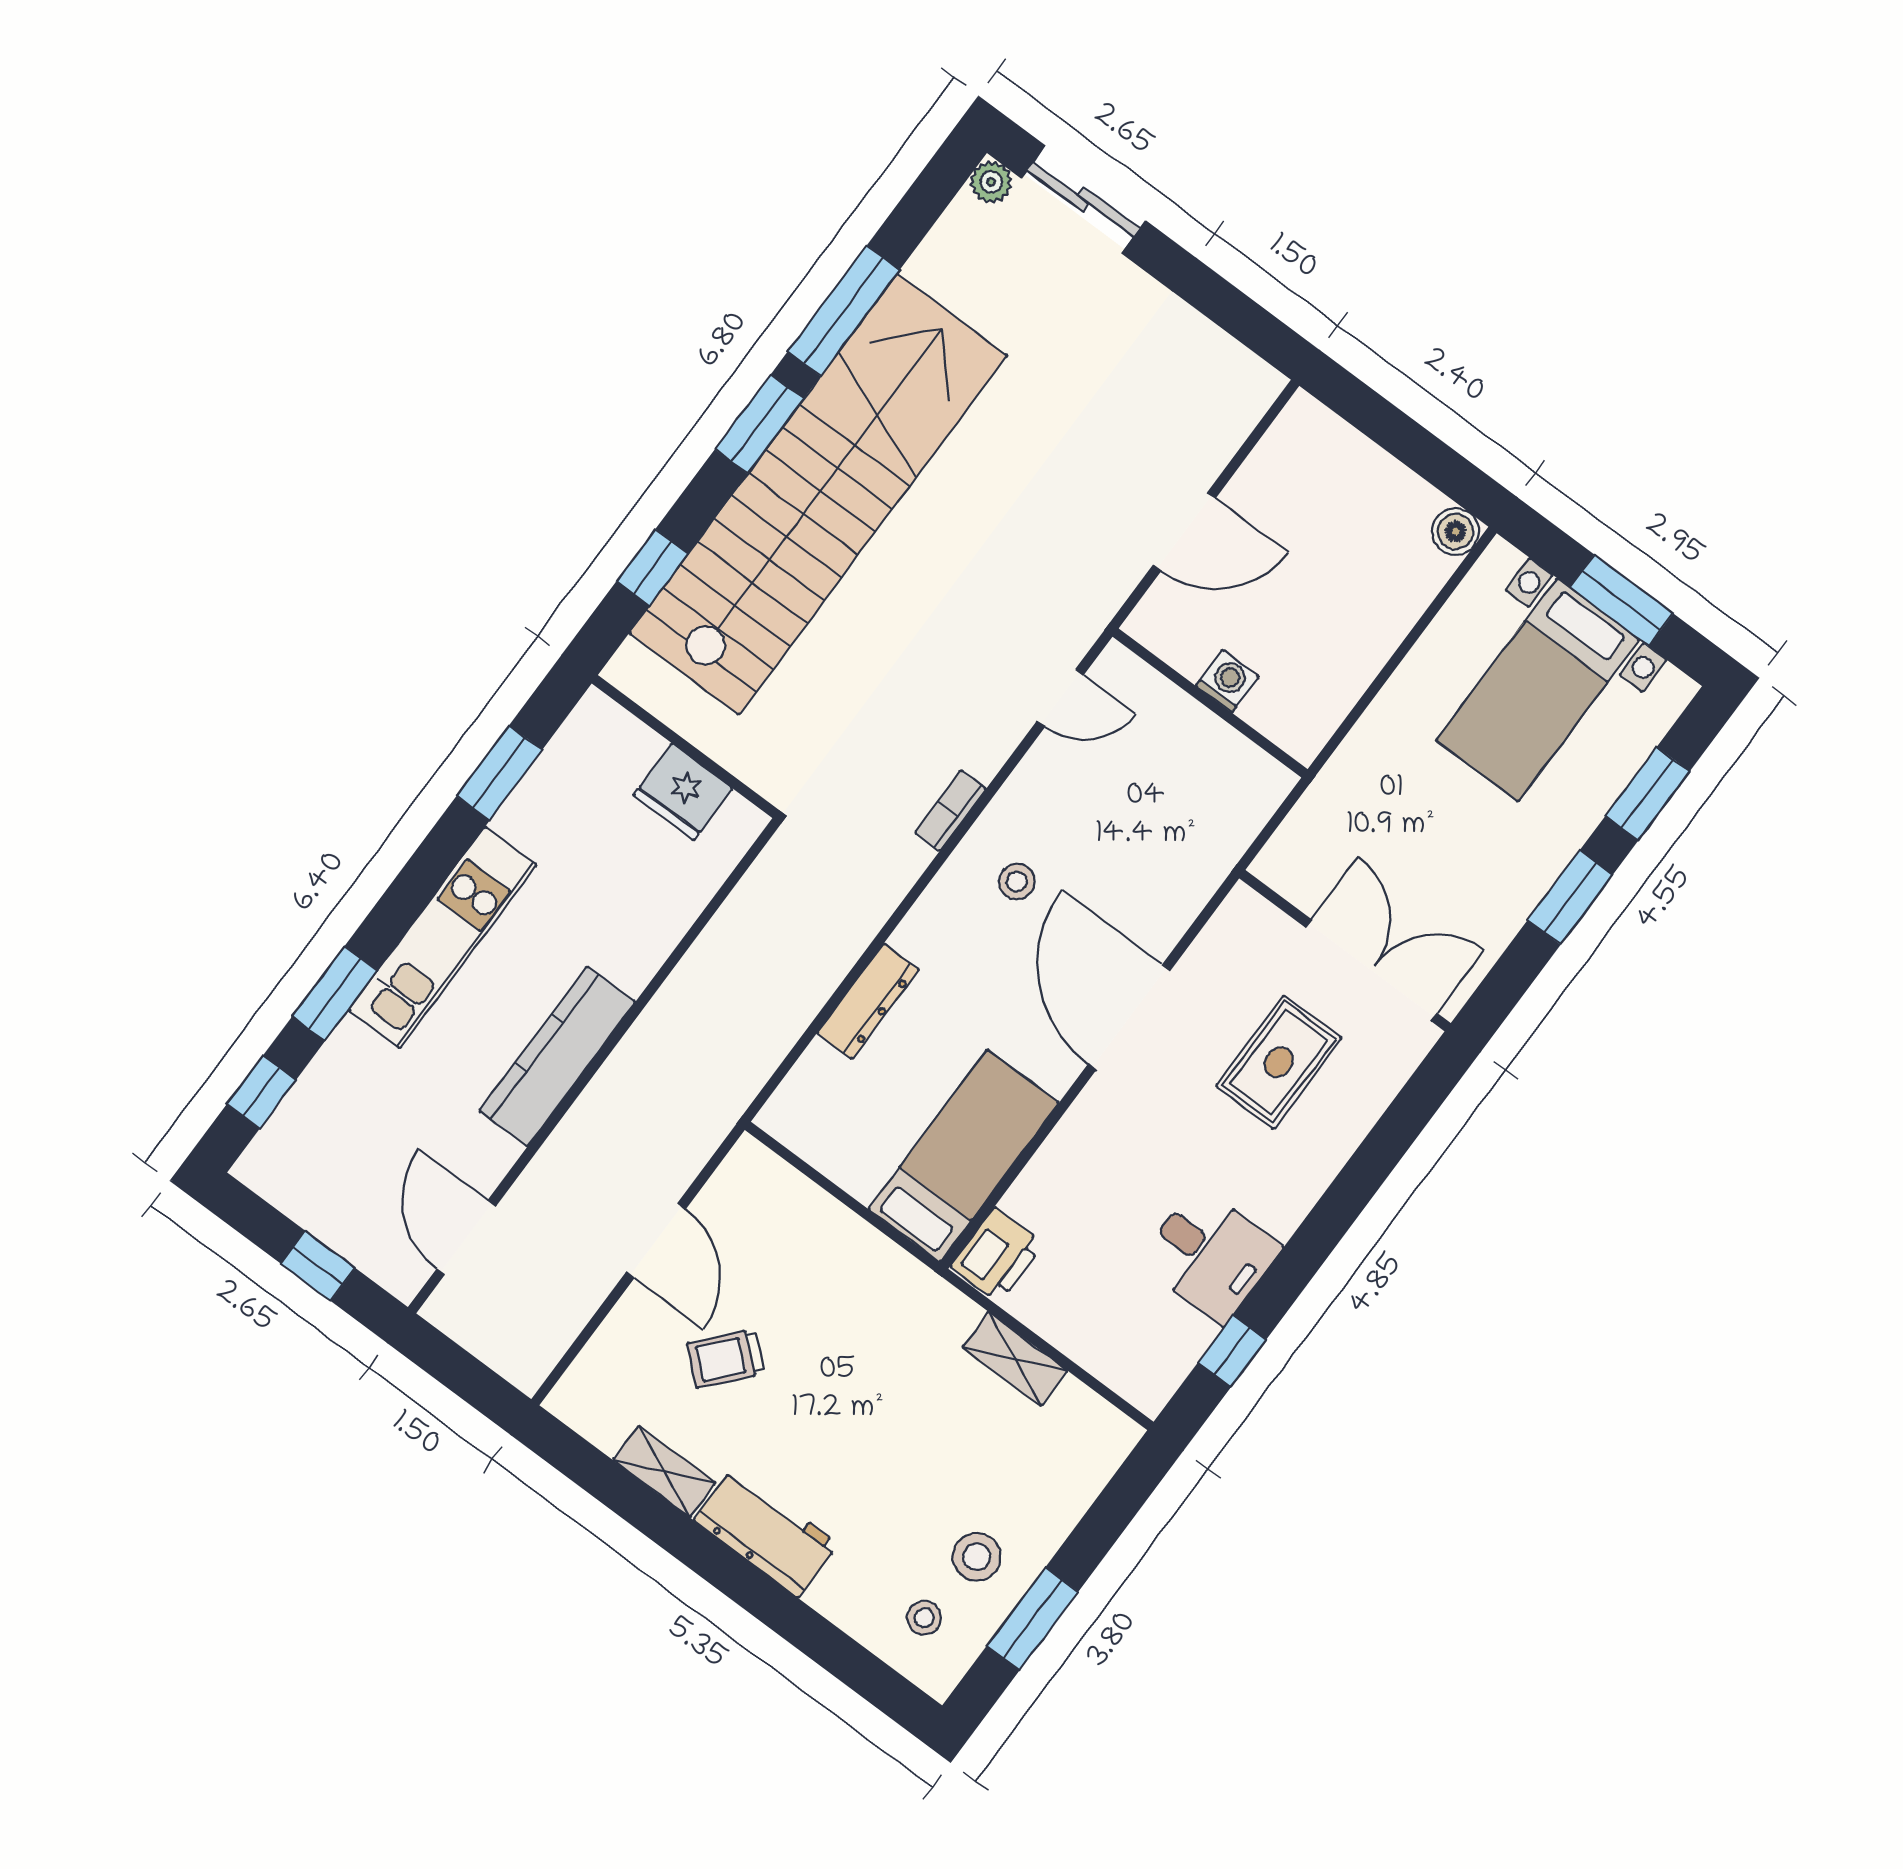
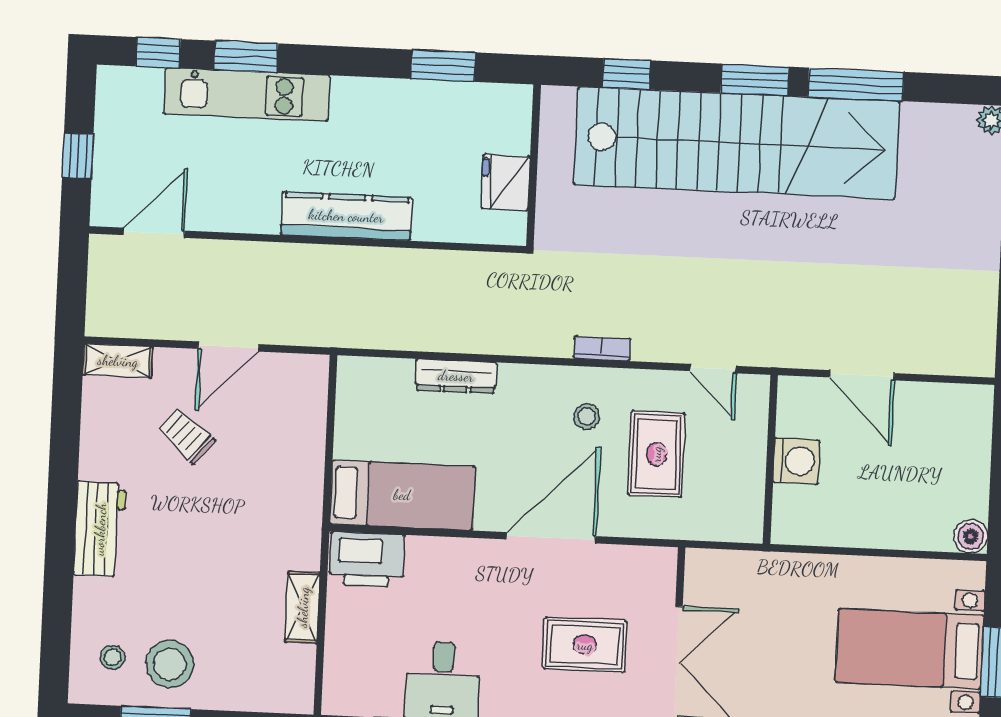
washing machine: (1227, 681) -> (796, 461), width x1.38, depth x1.38
rug: (1115, 830) -> (656, 454), added
kitchen unit: (442, 937) -> (247, 95), moved
kitchen counter: (557, 1056) -> (346, 216), moved
printer: (997, 1255) -> (367, 560), width x1.37, depth x1.19
shelving: (664, 1471) -> (118, 361), moved, turned 90
stool: (977, 1557) -> (170, 664), width x1.38, depth x1.38

